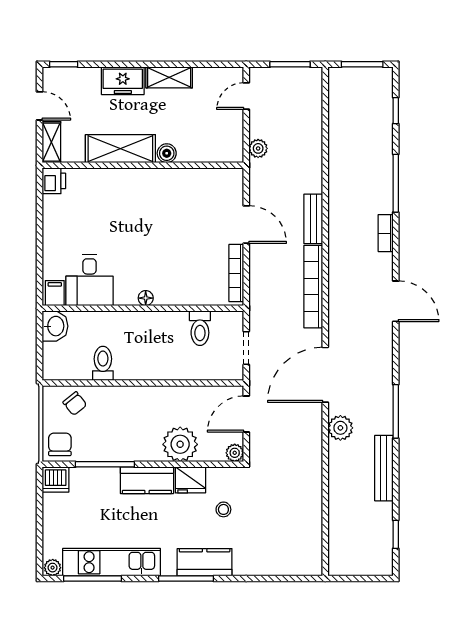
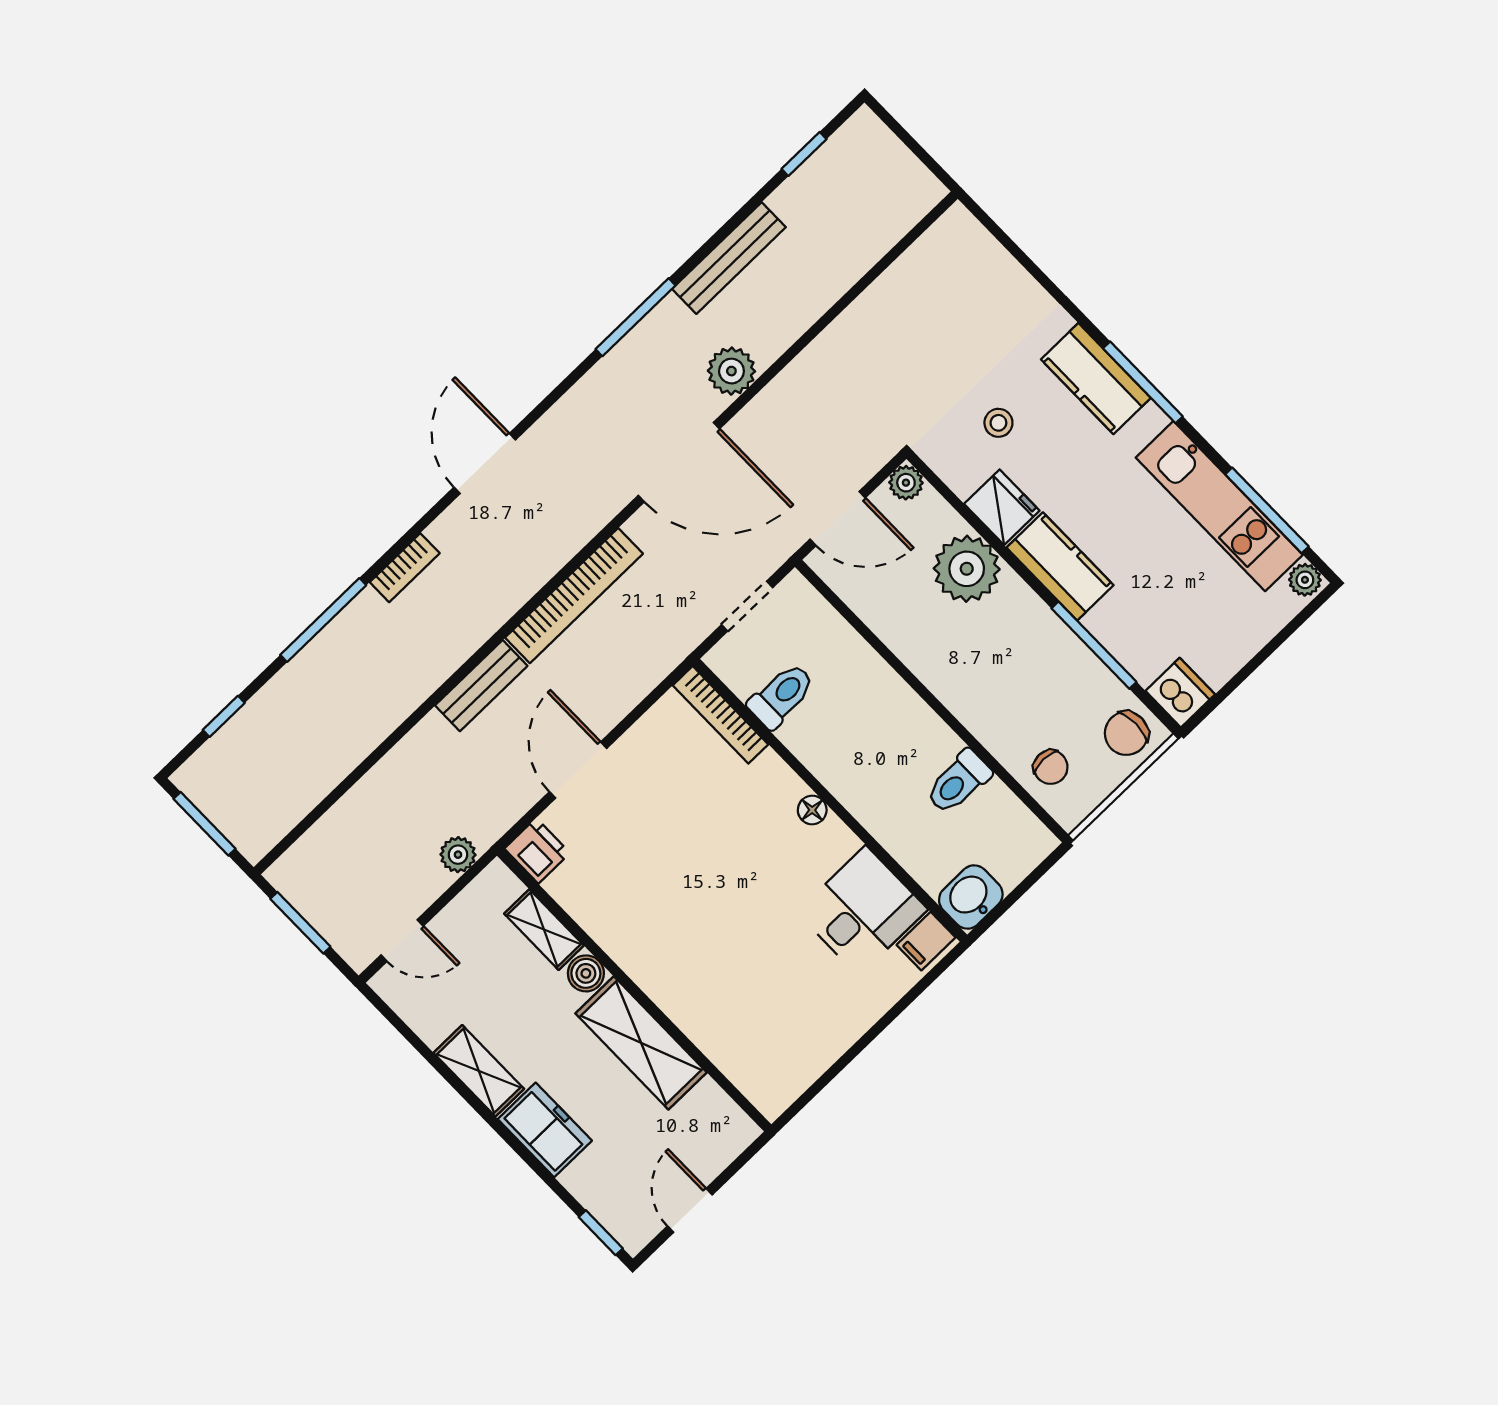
shelving: (51, 142) -> (544, 930), moved, turned 90
printer: (54, 181) -> (537, 851), moved, turned 90
bookcase: (236, 273) -> (720, 715), moved, turned 90
chair: (75, 404) -> (1051, 767), turned 129

